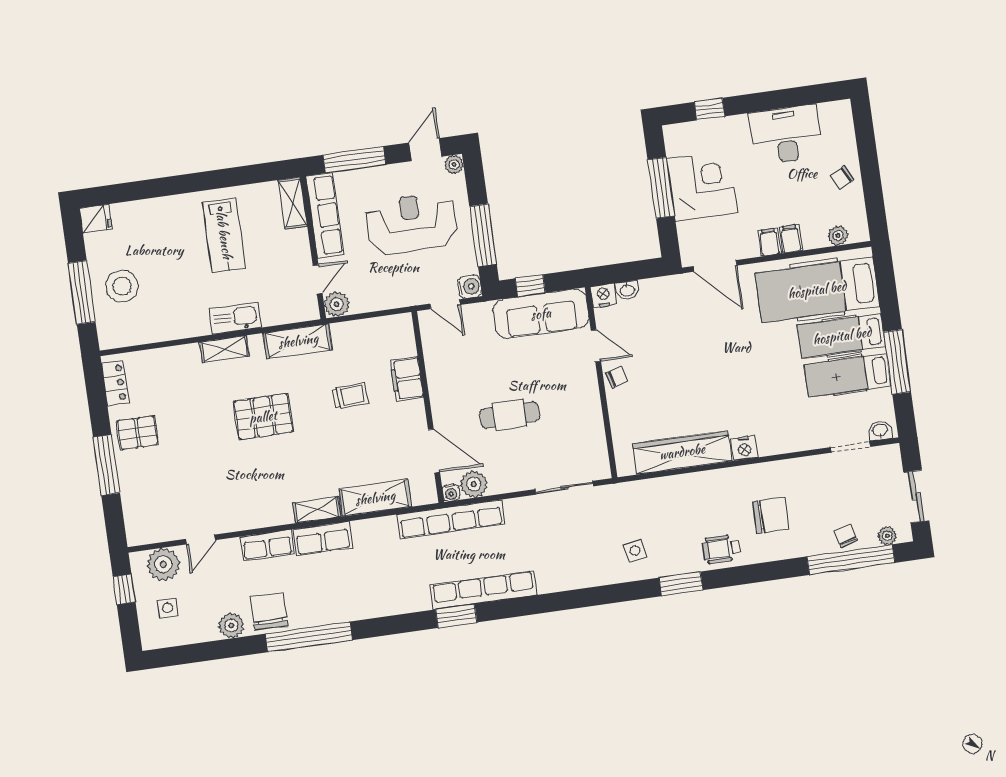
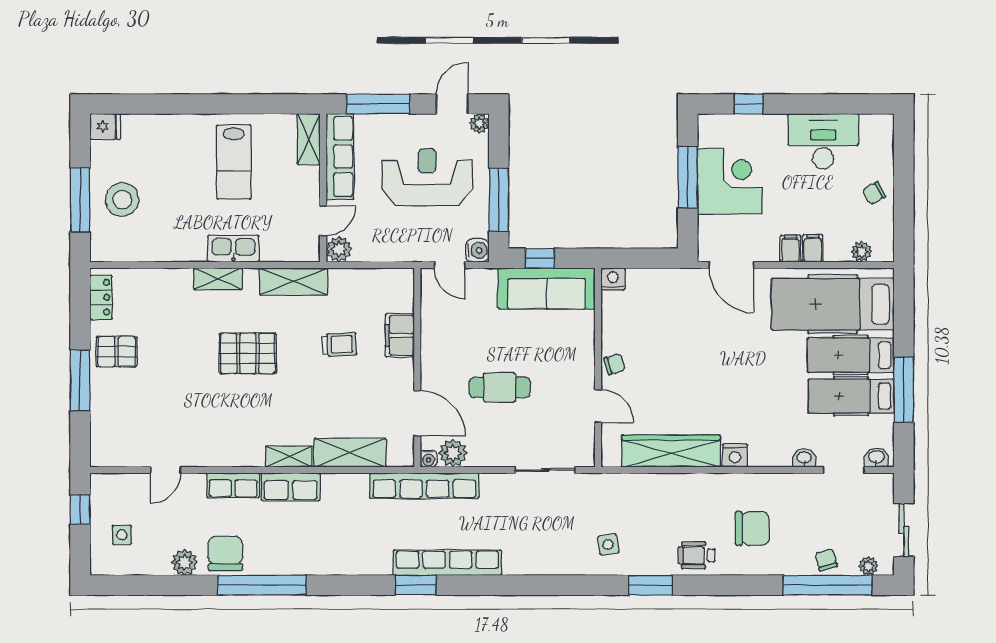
washbasin: (627, 290) -> (804, 458), moved, turned 180
door: (596, 346) -> (598, 406), moved
plant: (163, 564) -> (124, 490), removed

